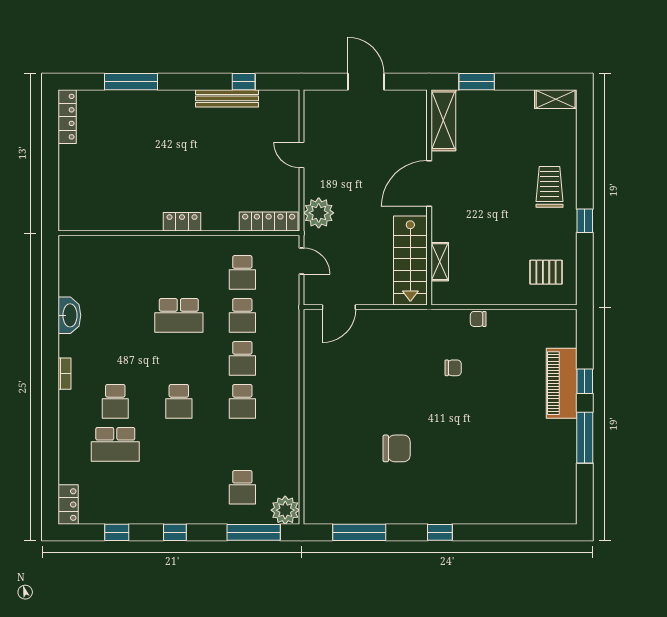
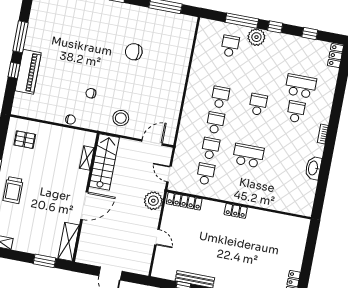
stool: (397, 337) -> (121, 118), added
plant: (285, 510) -> (256, 37), moved
window: (254, 532) -> (242, 21), moved

